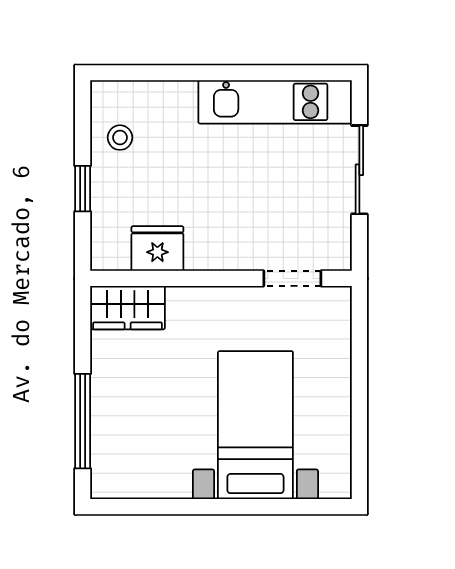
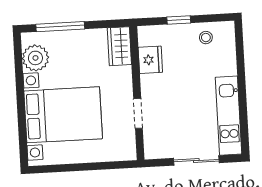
doorway: (292, 278) -> (138, 113), moved
bed with nightstands: (255, 425) -> (63, 115), width x1.36
plant: (141, 473) -> (35, 58), added

